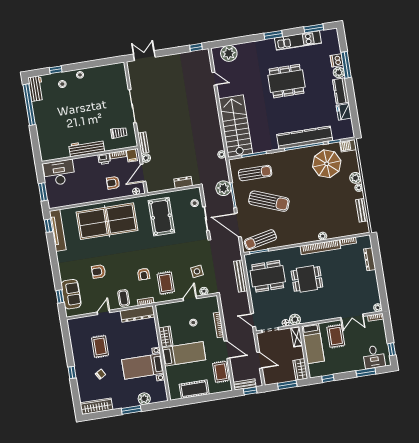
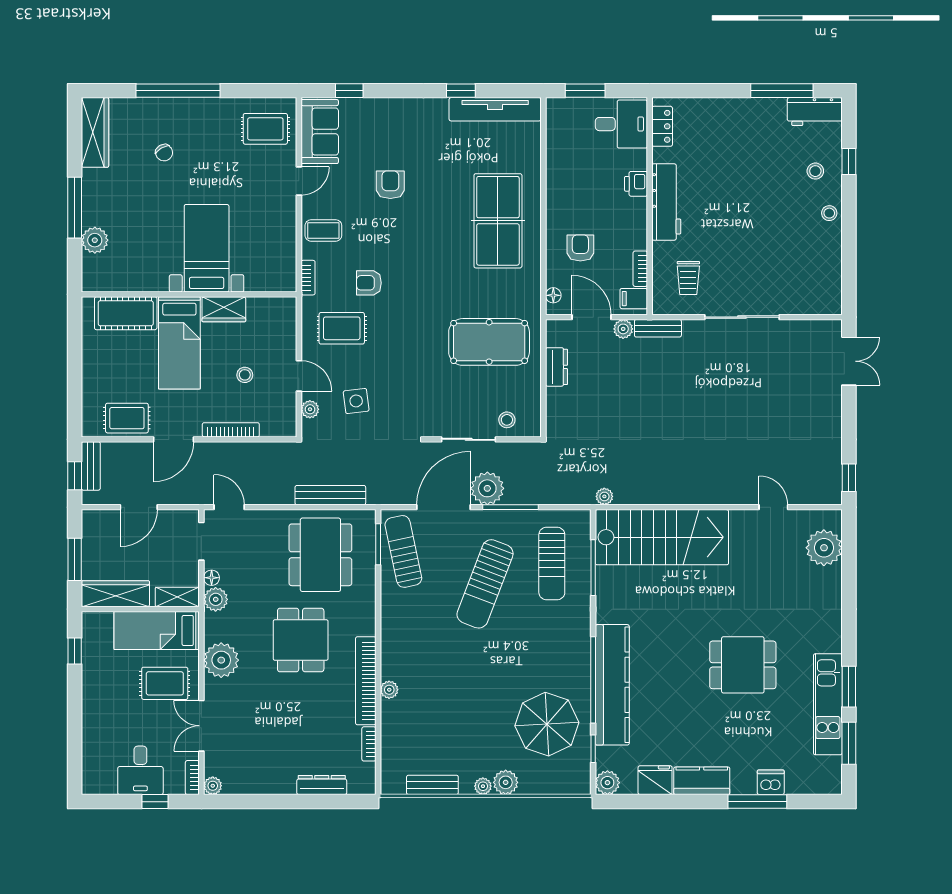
window: (273, 35) -> (849, 687), moved
plant: (339, 72) -> (607, 783), moved
door: (214, 79) -> (773, 507), swing flipped
dining table: (287, 81) -> (743, 665), width x0.73
window: (29, 105) -> (782, 91), width x0.68
barbecue: (348, 146) -> (579, 777), removed
locker: (53, 155) -> (662, 126), added
printer: (104, 159) -> (636, 184), moved
desk: (59, 173) -> (621, 124), width x0.73
dresser: (183, 182) -> (556, 367), moved
plant: (223, 188) -> (487, 488), moved
table tennis table: (107, 221) -> (498, 221), width x0.73, depth x0.76
window: (48, 226) -> (461, 91), moved
sofa: (71, 294) -> (320, 132), moved, turned -90
door: (103, 312) -> (299, 181), hinge flipped
plant: (321, 313) -> (221, 660), added
dresser: (138, 314) -> (283, 255), removed
door: (253, 320) -> (229, 507), hinge flipped
rug: (100, 346) -> (265, 129), moved
window: (392, 349) -> (155, 802), moved
desk: (374, 357) -> (140, 770), moved, turned -90
bed with nightstands: (143, 366) -> (207, 248), moved
wardrobe: (300, 369) -> (115, 594), width x1.50
window: (72, 372) -> (178, 91), width x3.17
window: (366, 372) -> (75, 737), removed
cot: (194, 389) -> (126, 313), moved, turned 90
window: (131, 410) -> (75, 208), width x1.44

